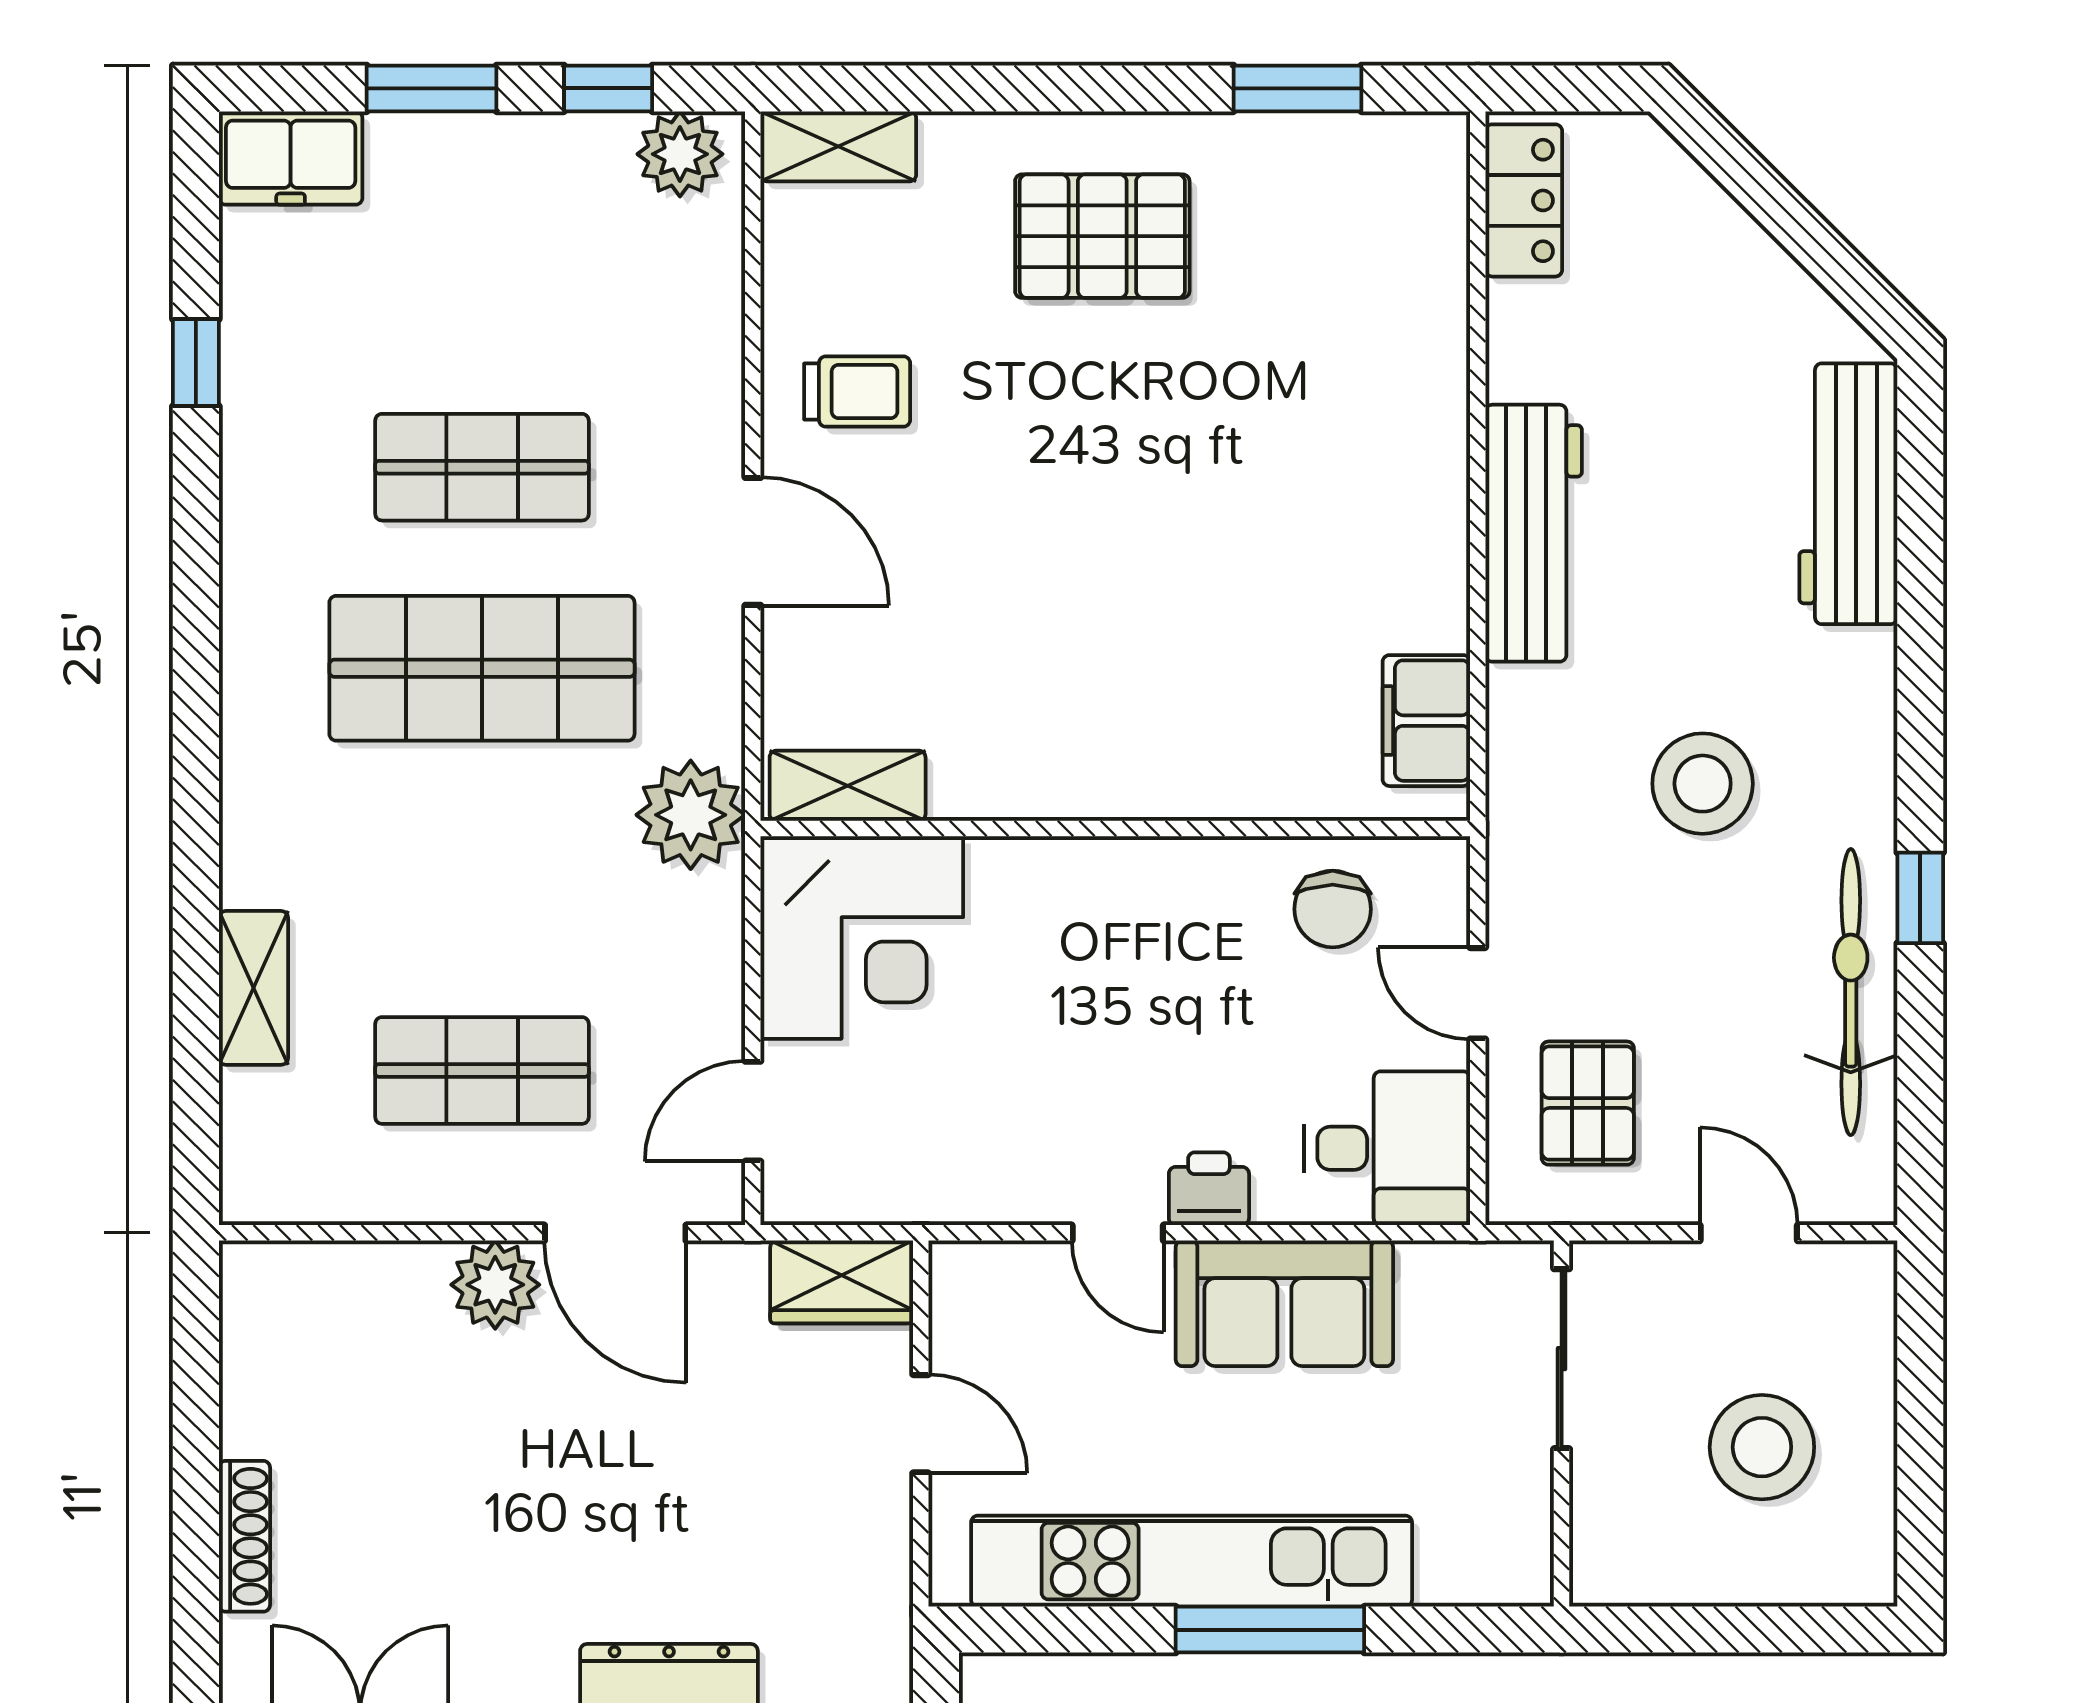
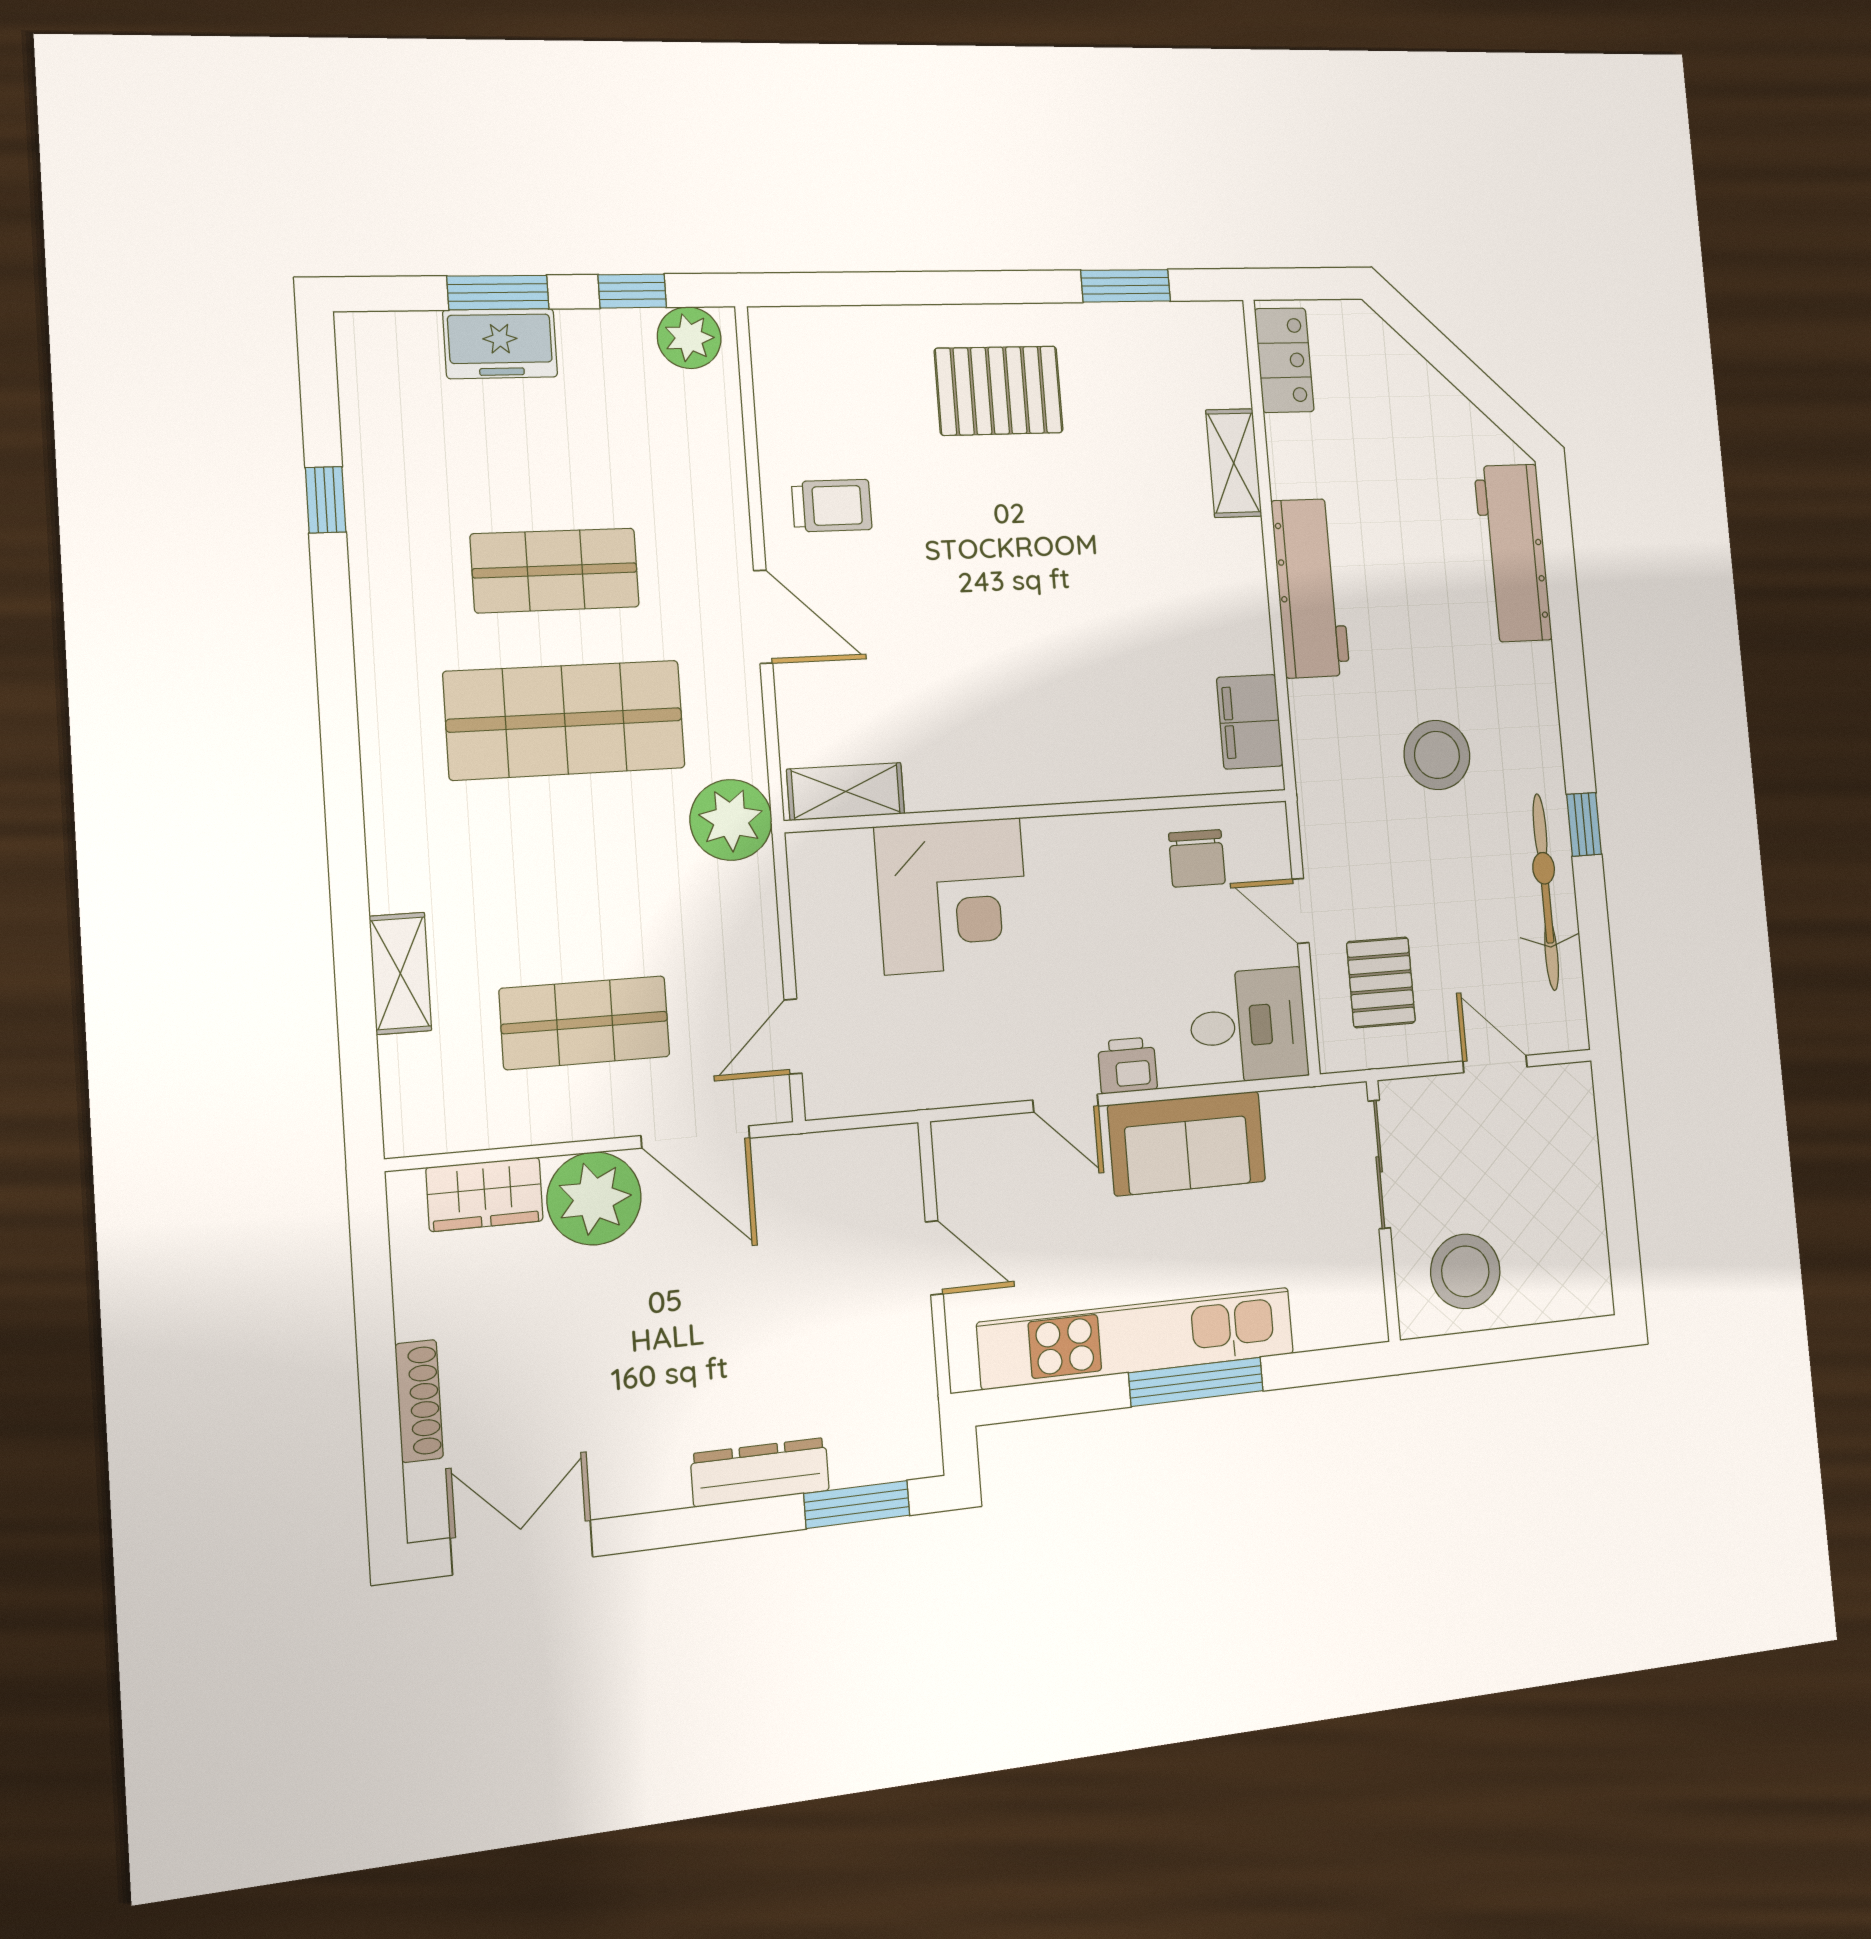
shelving: (838, 146) -> (1234, 463), moved, turned 90
freezer: (291, 158) -> (500, 344), moved
corner desk: (862, 937) -> (953, 896), moved
wardrobe: (842, 1282) -> (485, 1194), moved
plant: (495, 1285) -> (594, 1198), width x1.36, depth x1.36
stool: (1762, 1447) -> (1465, 1271), moved

